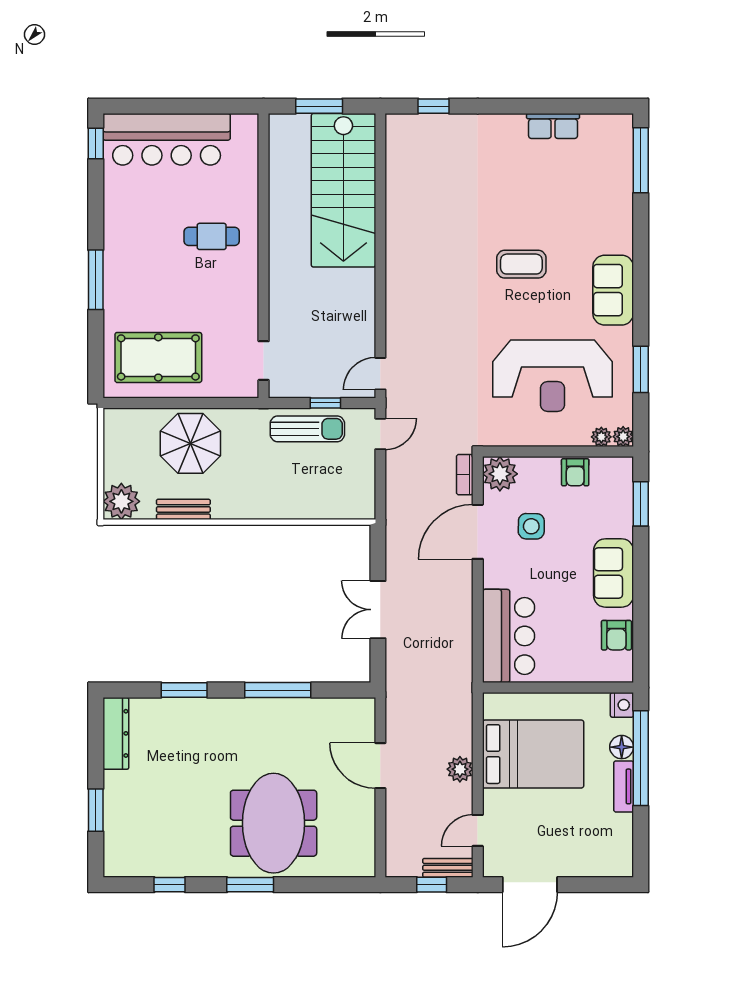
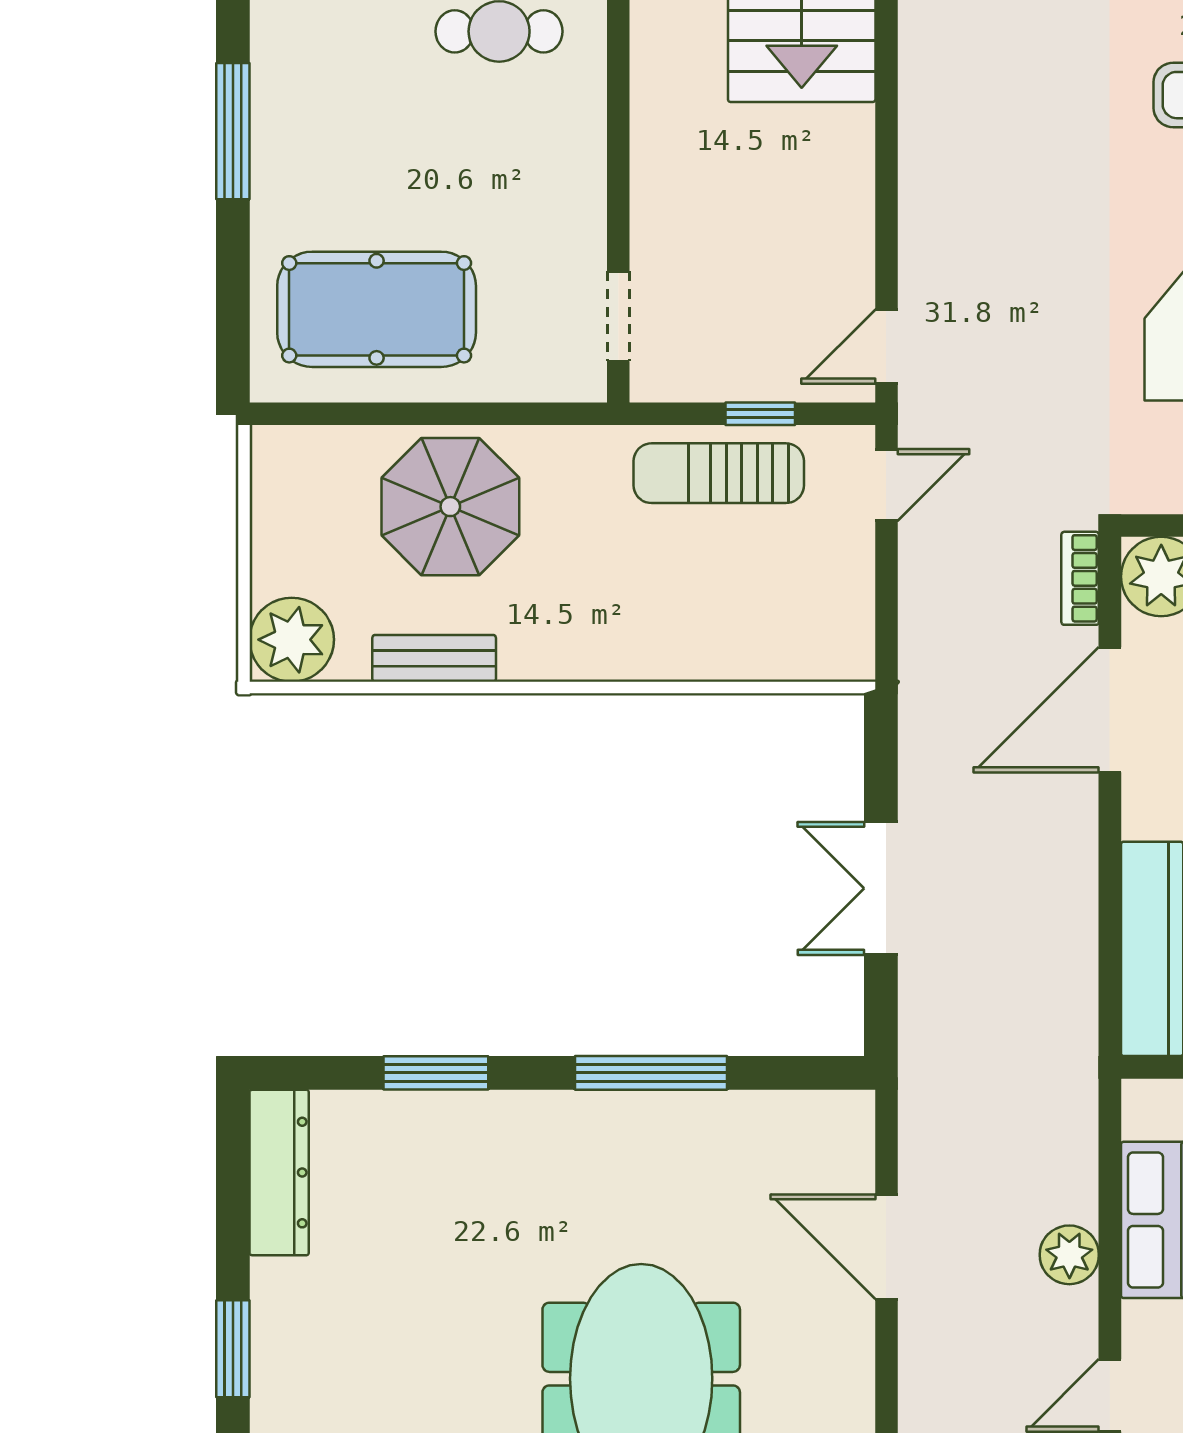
sun lounger: (307, 429) -> (719, 473), turned 180

